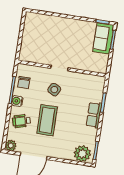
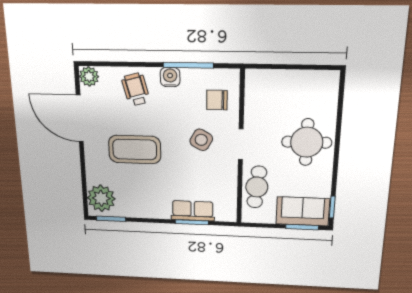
round table: (63, 32) -> (307, 142), added
cafe table: (86, 62) -> (257, 187), added
chair: (24, 83) -> (217, 100), moved
row of seats: (94, 115) -> (193, 211), moved
coffee table: (47, 120) -> (135, 150), moved

